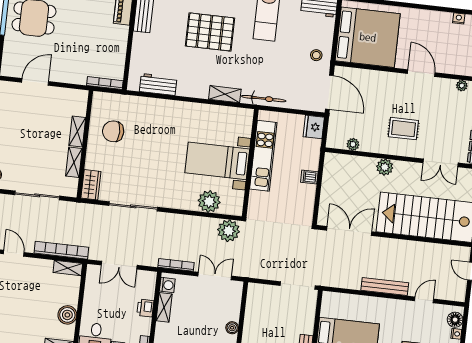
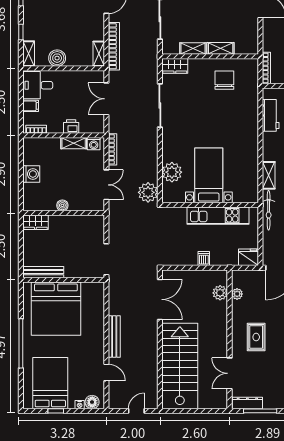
plant: (385, 167) -> (220, 293), moved

